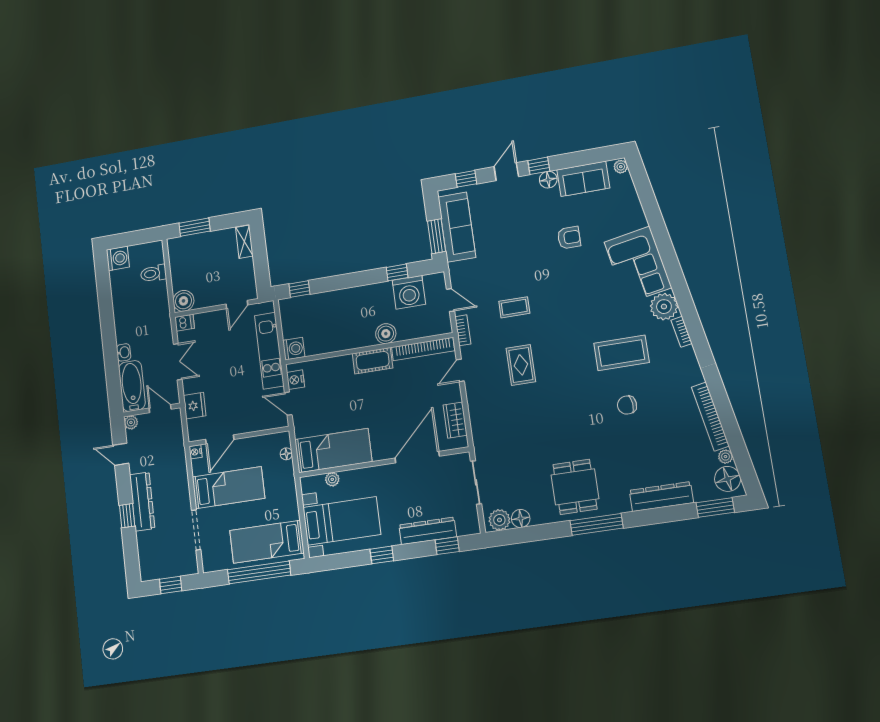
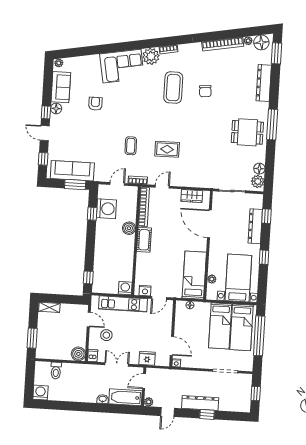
stool: (218, 336) -> (106, 335), added
door: (460, 370) -> (162, 187), swing flipped
bed: (228, 488) -> (220, 326), moved, turned 180

